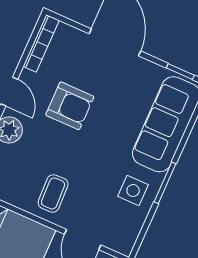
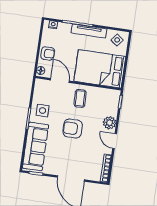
armchair: (70, 106) -> (73, 128), moved

